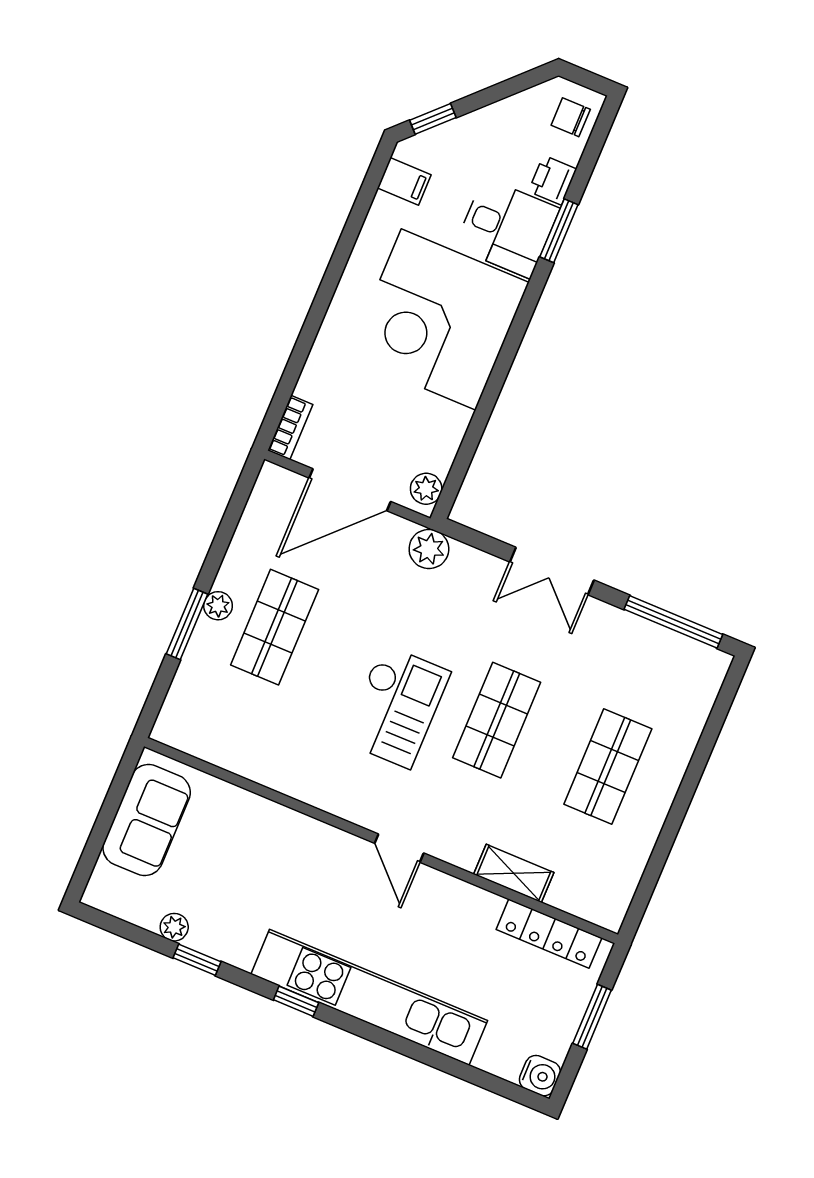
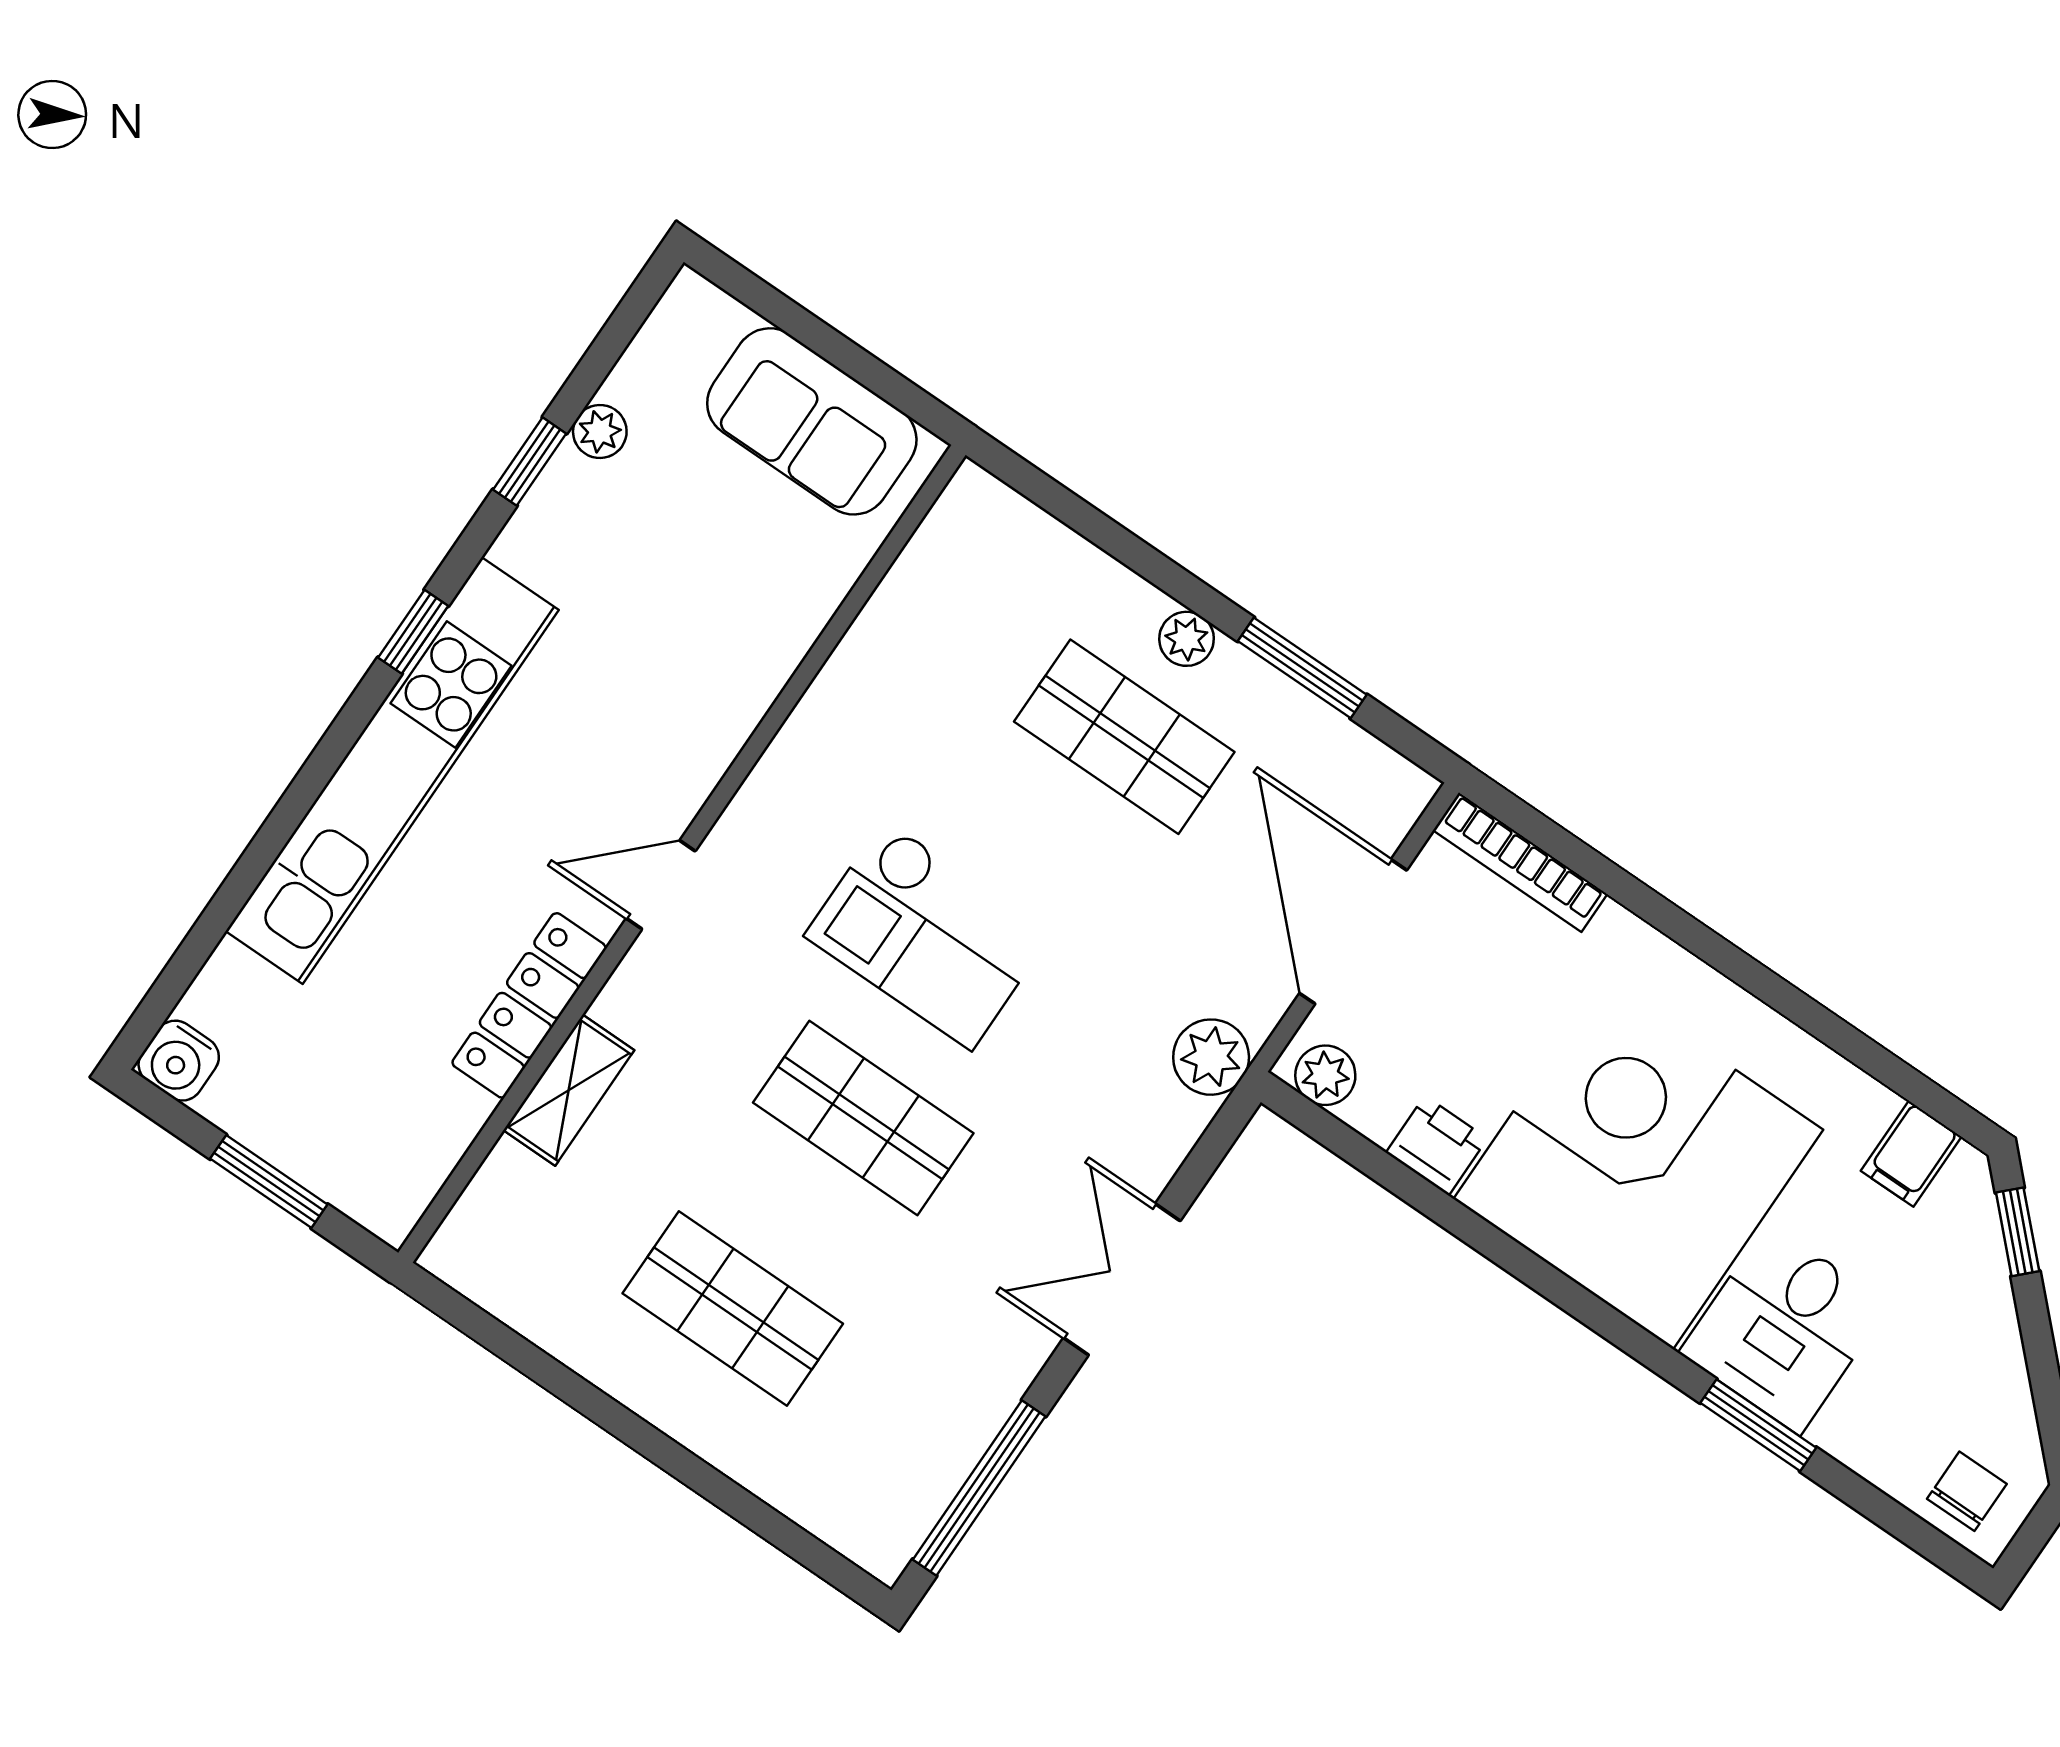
printer: (552, 180) -> (1437, 1146), moved
bookcase: (290, 427) -> (1520, 862), width x1.56
window: (187, 624) -> (1302, 668), moved
locker: (549, 934) -> (529, 1005), moved

